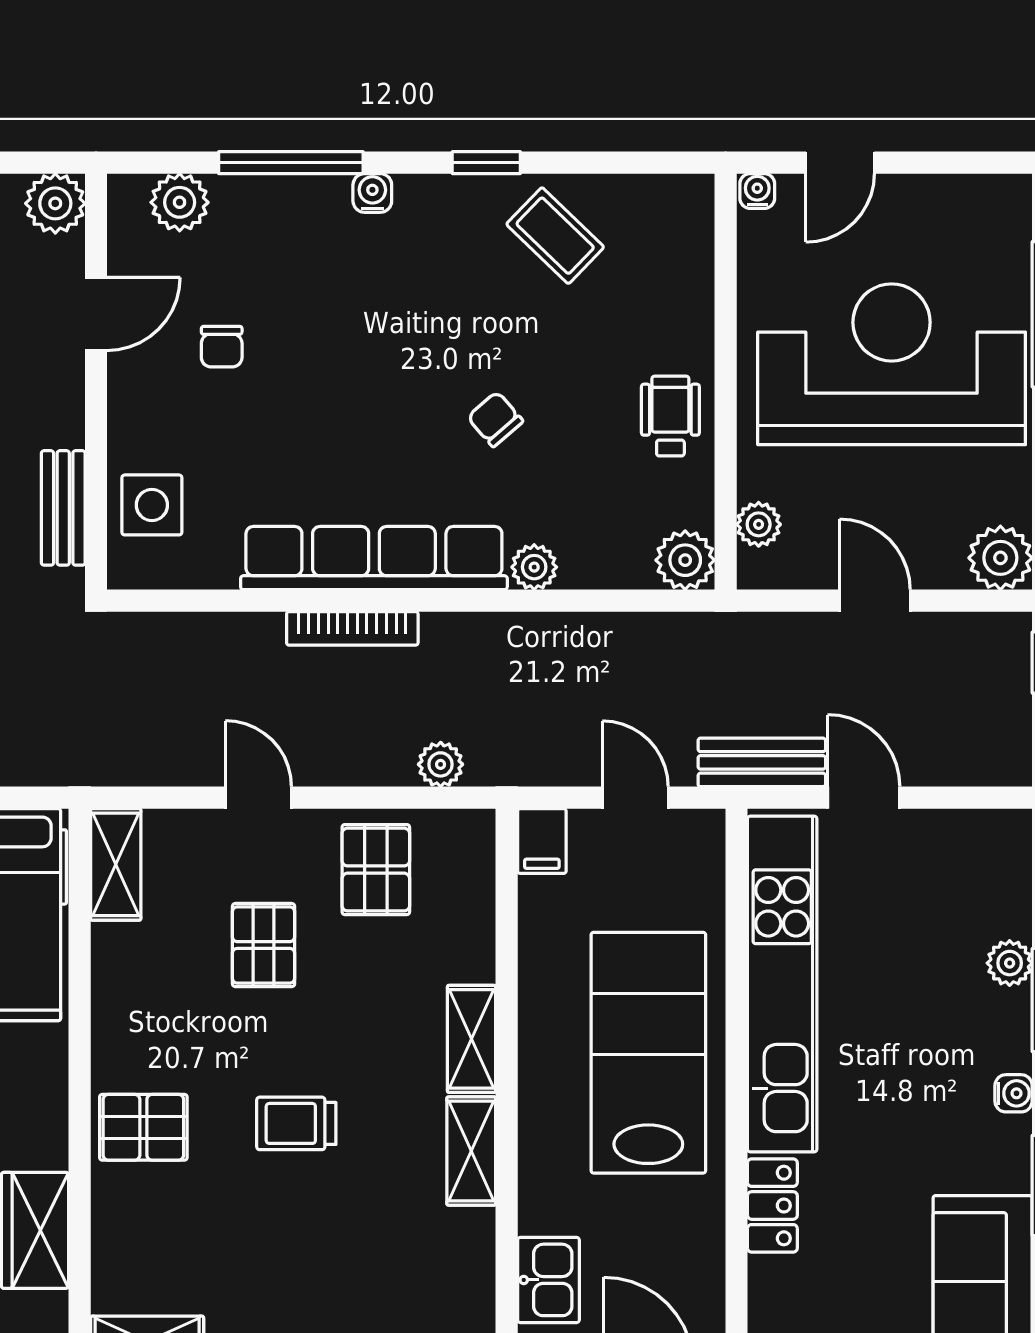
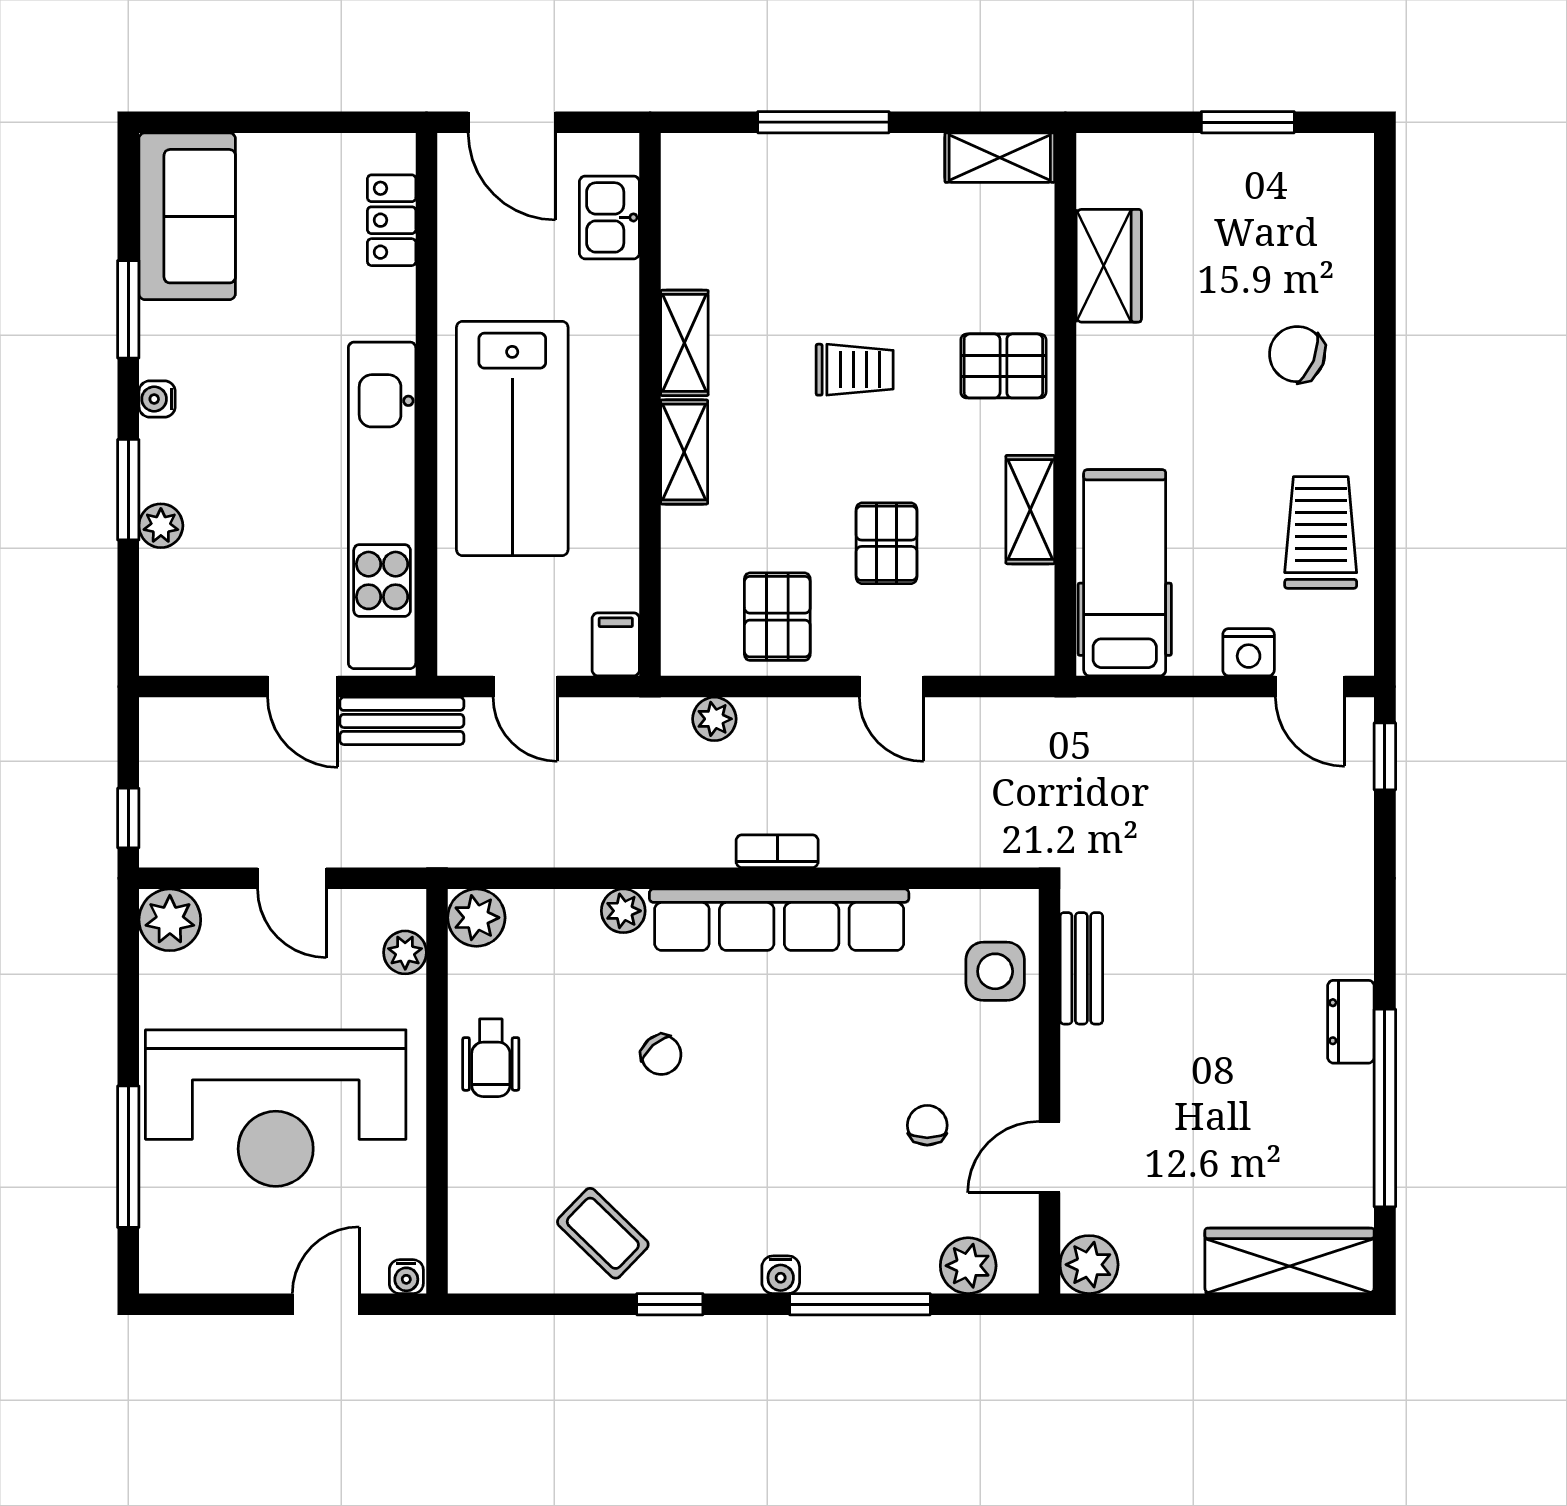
bookcase: (352, 628) -> (777, 851), width x0.64
shelving: (116, 864) -> (1030, 510), moved
locker: (772, 1205) -> (392, 220), moved

